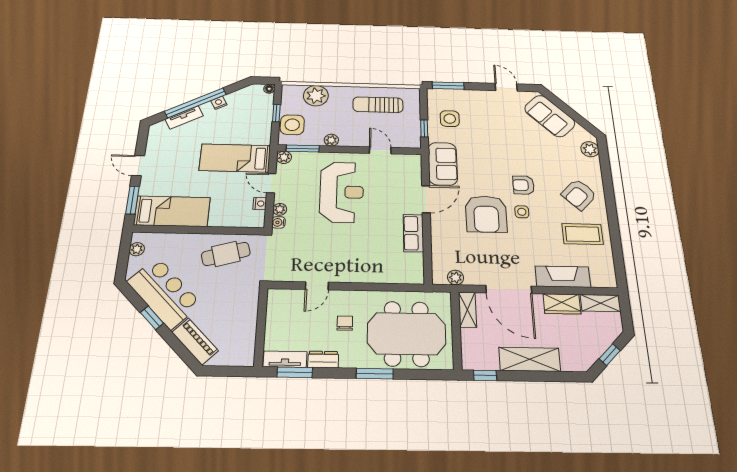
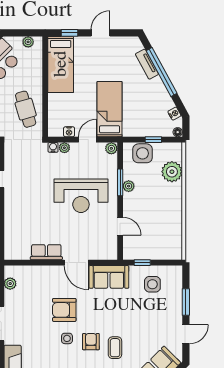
window: (448, 86) -> (186, 302), moved
nightstand: (219, 103) -> (174, 114), moved
sun lounger: (378, 105) -> (164, 224), removed
window: (303, 148) -> (120, 182), moved
door: (380, 150) -> (120, 226), hinge flipped
coffee table: (529, 159) -> (115, 348), added
window: (133, 200) -> (70, 33), width x0.67
armchair: (486, 214) -> (64, 310), width x0.73, depth x0.73

